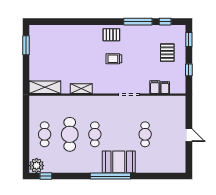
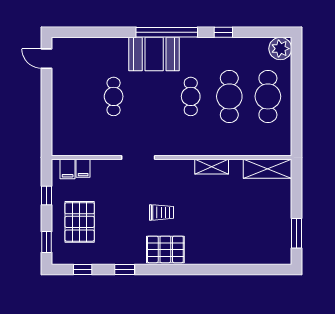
window: (138, 22) -> (125, 269), width x0.46
pallet: (111, 35) -> (165, 249), width x1.50, depth x1.42
pallet: (167, 53) -> (80, 222), width x1.50, depth x1.42
filing cabinet: (155, 87) -> (68, 169), moved
cafe table: (45, 134) -> (268, 96), width x1.37, depth x1.35
door: (189, 135) -> (46, 59), moved
window: (46, 176) -> (223, 32), moved

